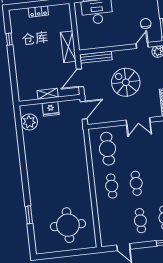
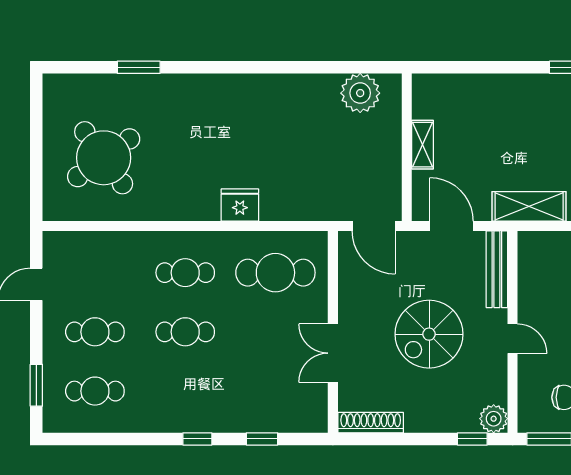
door: (142, 45) -> (513, 339), moved
spiral stairs: (126, 82) -> (429, 334), turned 180
fridge: (51, 109) -> (240, 205), moved, turned 90
round table: (68, 225) -> (104, 158), turned -36

